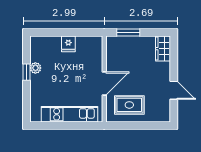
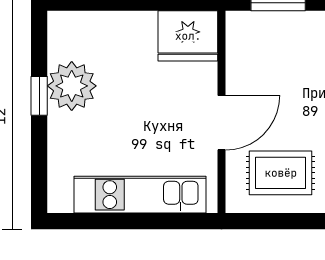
fridge: (68, 44) -> (188, 36), moved, width x1.88, depth x1.34
plant: (35, 68) -> (72, 86), width x1.88, depth x1.88

